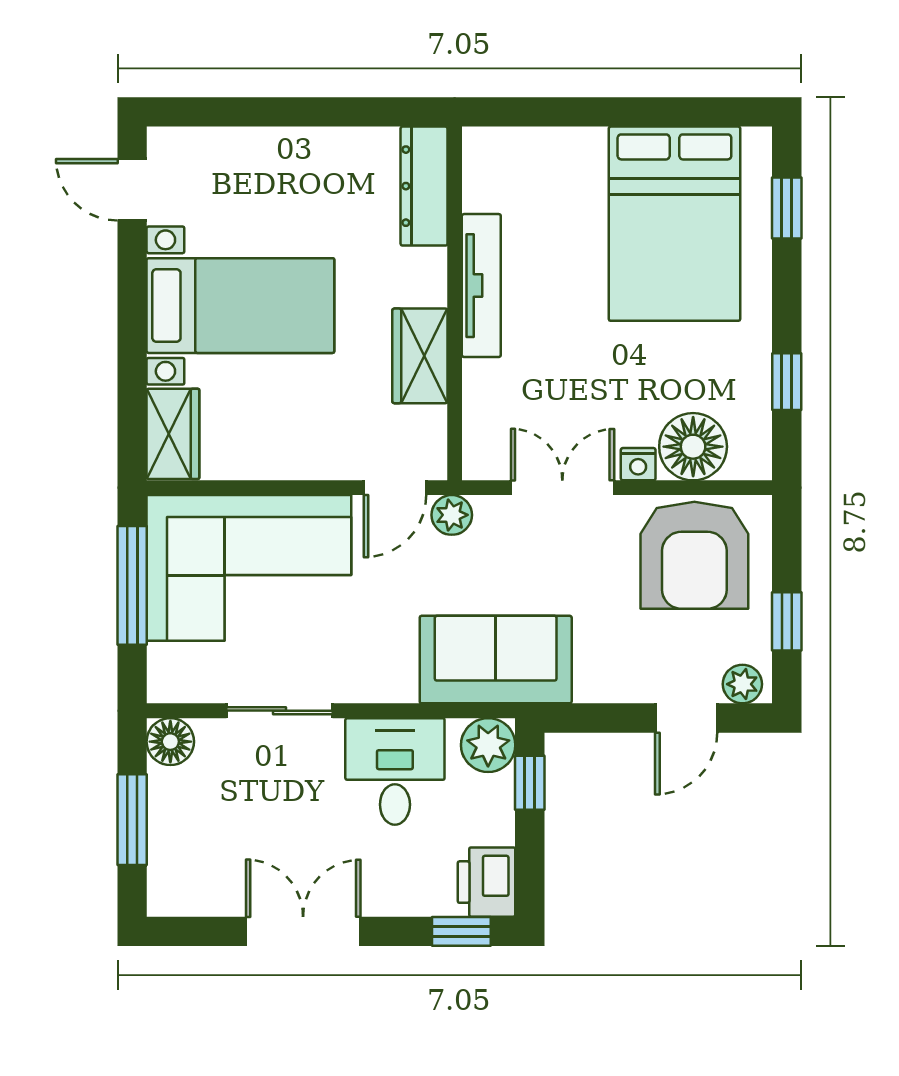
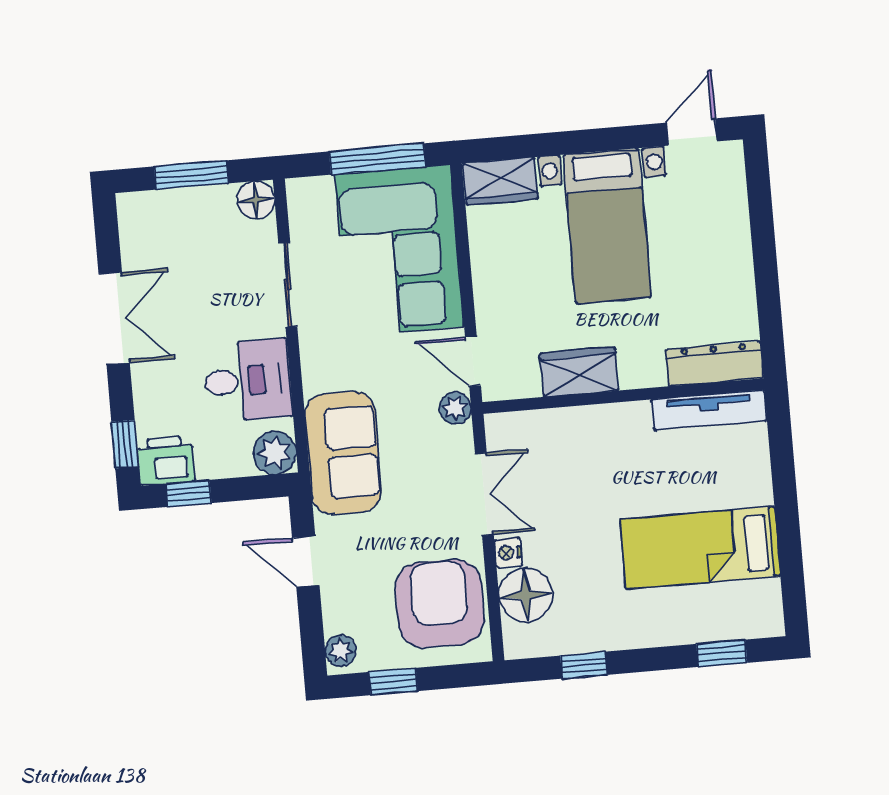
bed: (674, 224) -> (700, 548), width x0.67
tv unit: (481, 286) -> (709, 410), moved
armchair: (694, 555) -> (440, 604), turned 90
door: (686, 718) -> (306, 561), moved
window: (530, 783) -> (189, 493), moved

